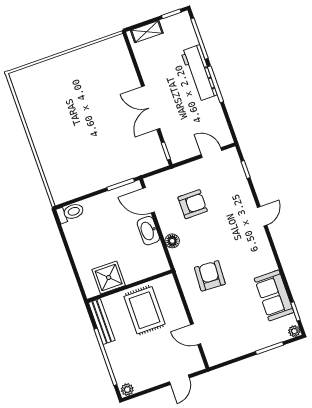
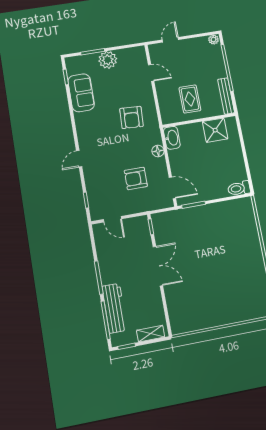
workbench: (199, 73) -> (114, 308), moved
washbasin: (148, 231) -> (172, 138), moved
rug: (144, 310) -> (190, 99), width x0.73, depth x0.70
plant: (294, 331) -> (108, 60), moved, width x1.88, depth x1.88

